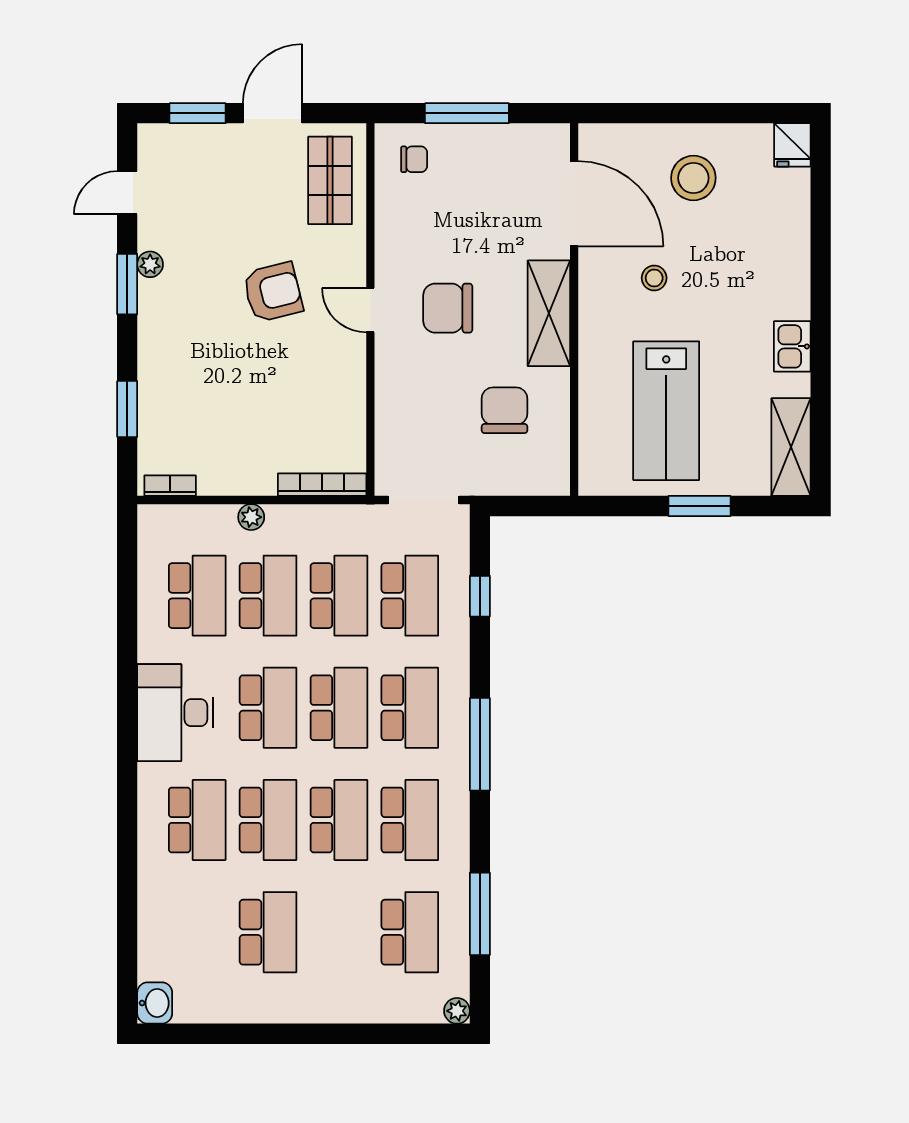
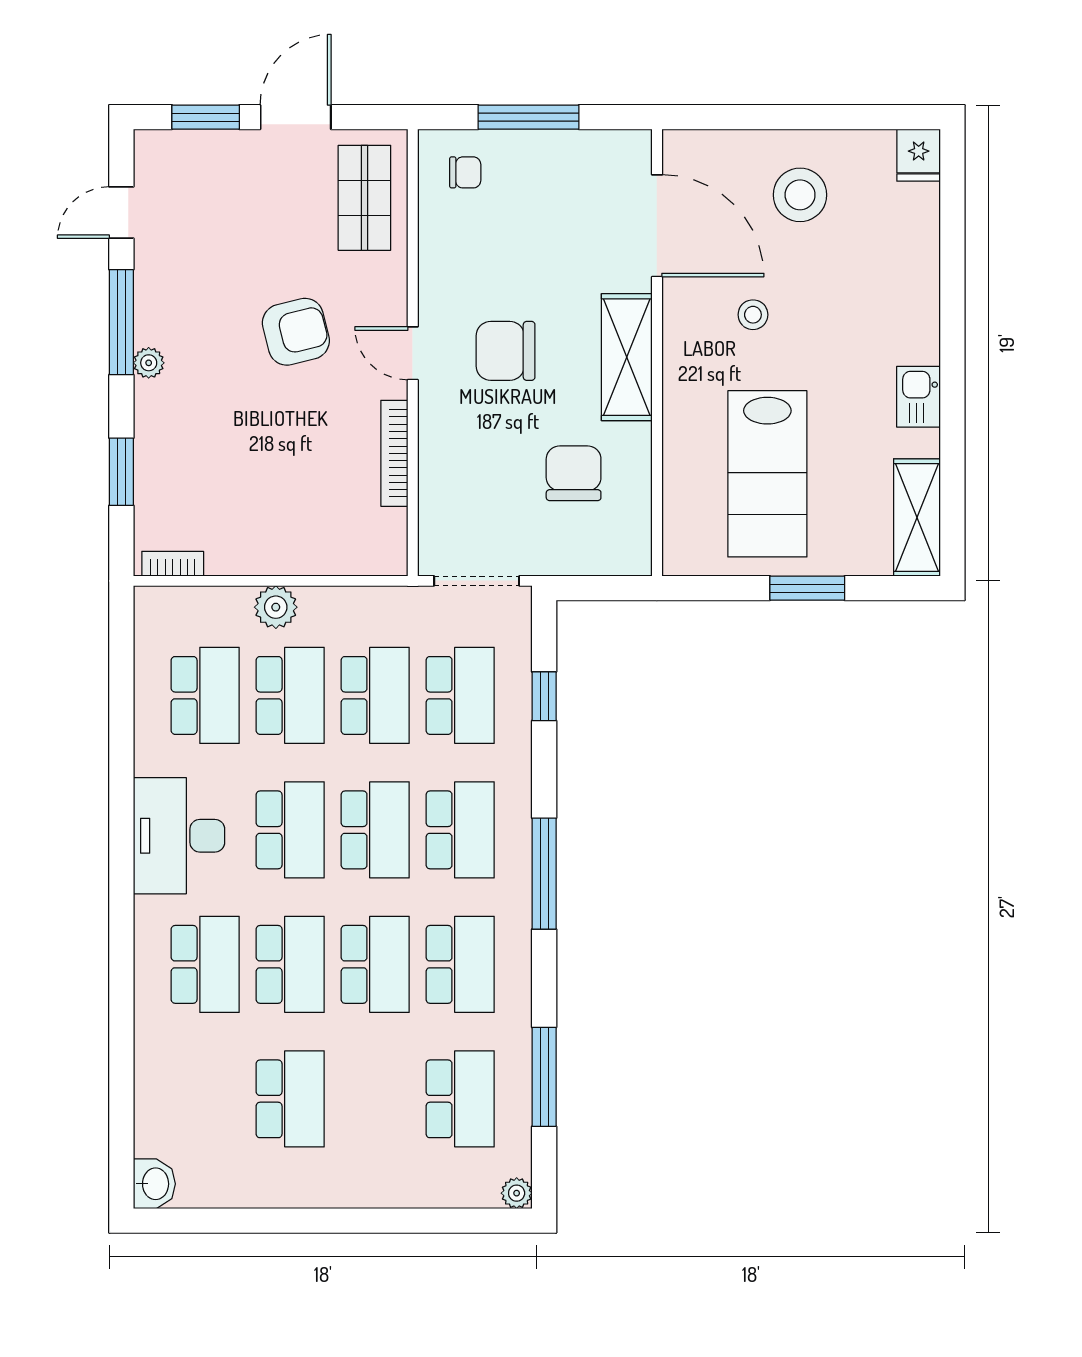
plant: (150, 264) -> (149, 363), moved
window: (127, 284) -> (121, 322), width x1.44
bookcase: (322, 485) -> (394, 453), moved, turned -90
plant: (251, 517) -> (276, 607), width x1.38, depth x1.38

